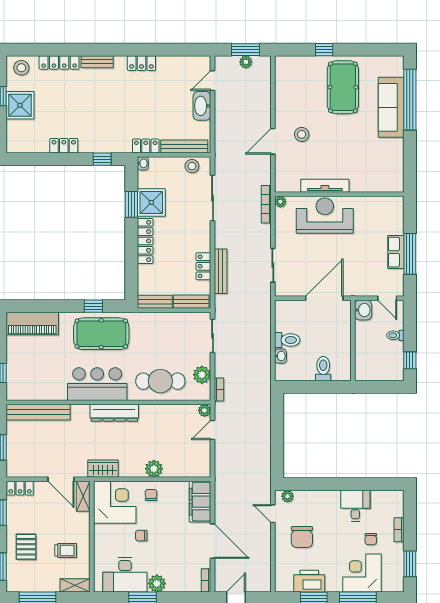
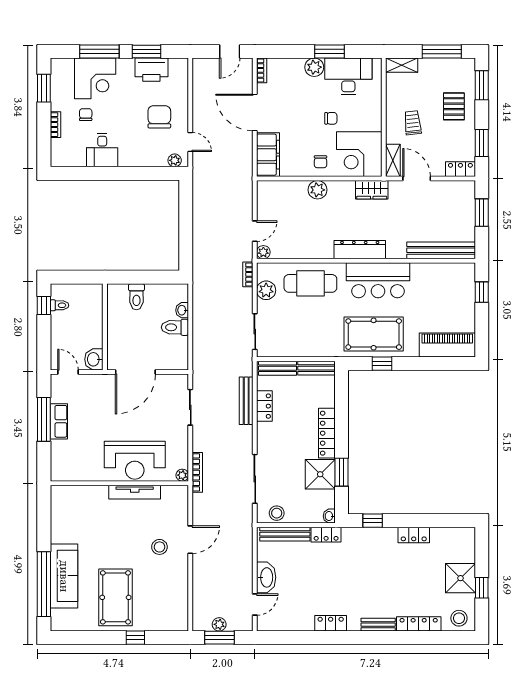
toilet: (395, 335) -> (59, 305), moved
trolley: (66, 550) -> (413, 123), moved, turned 84

